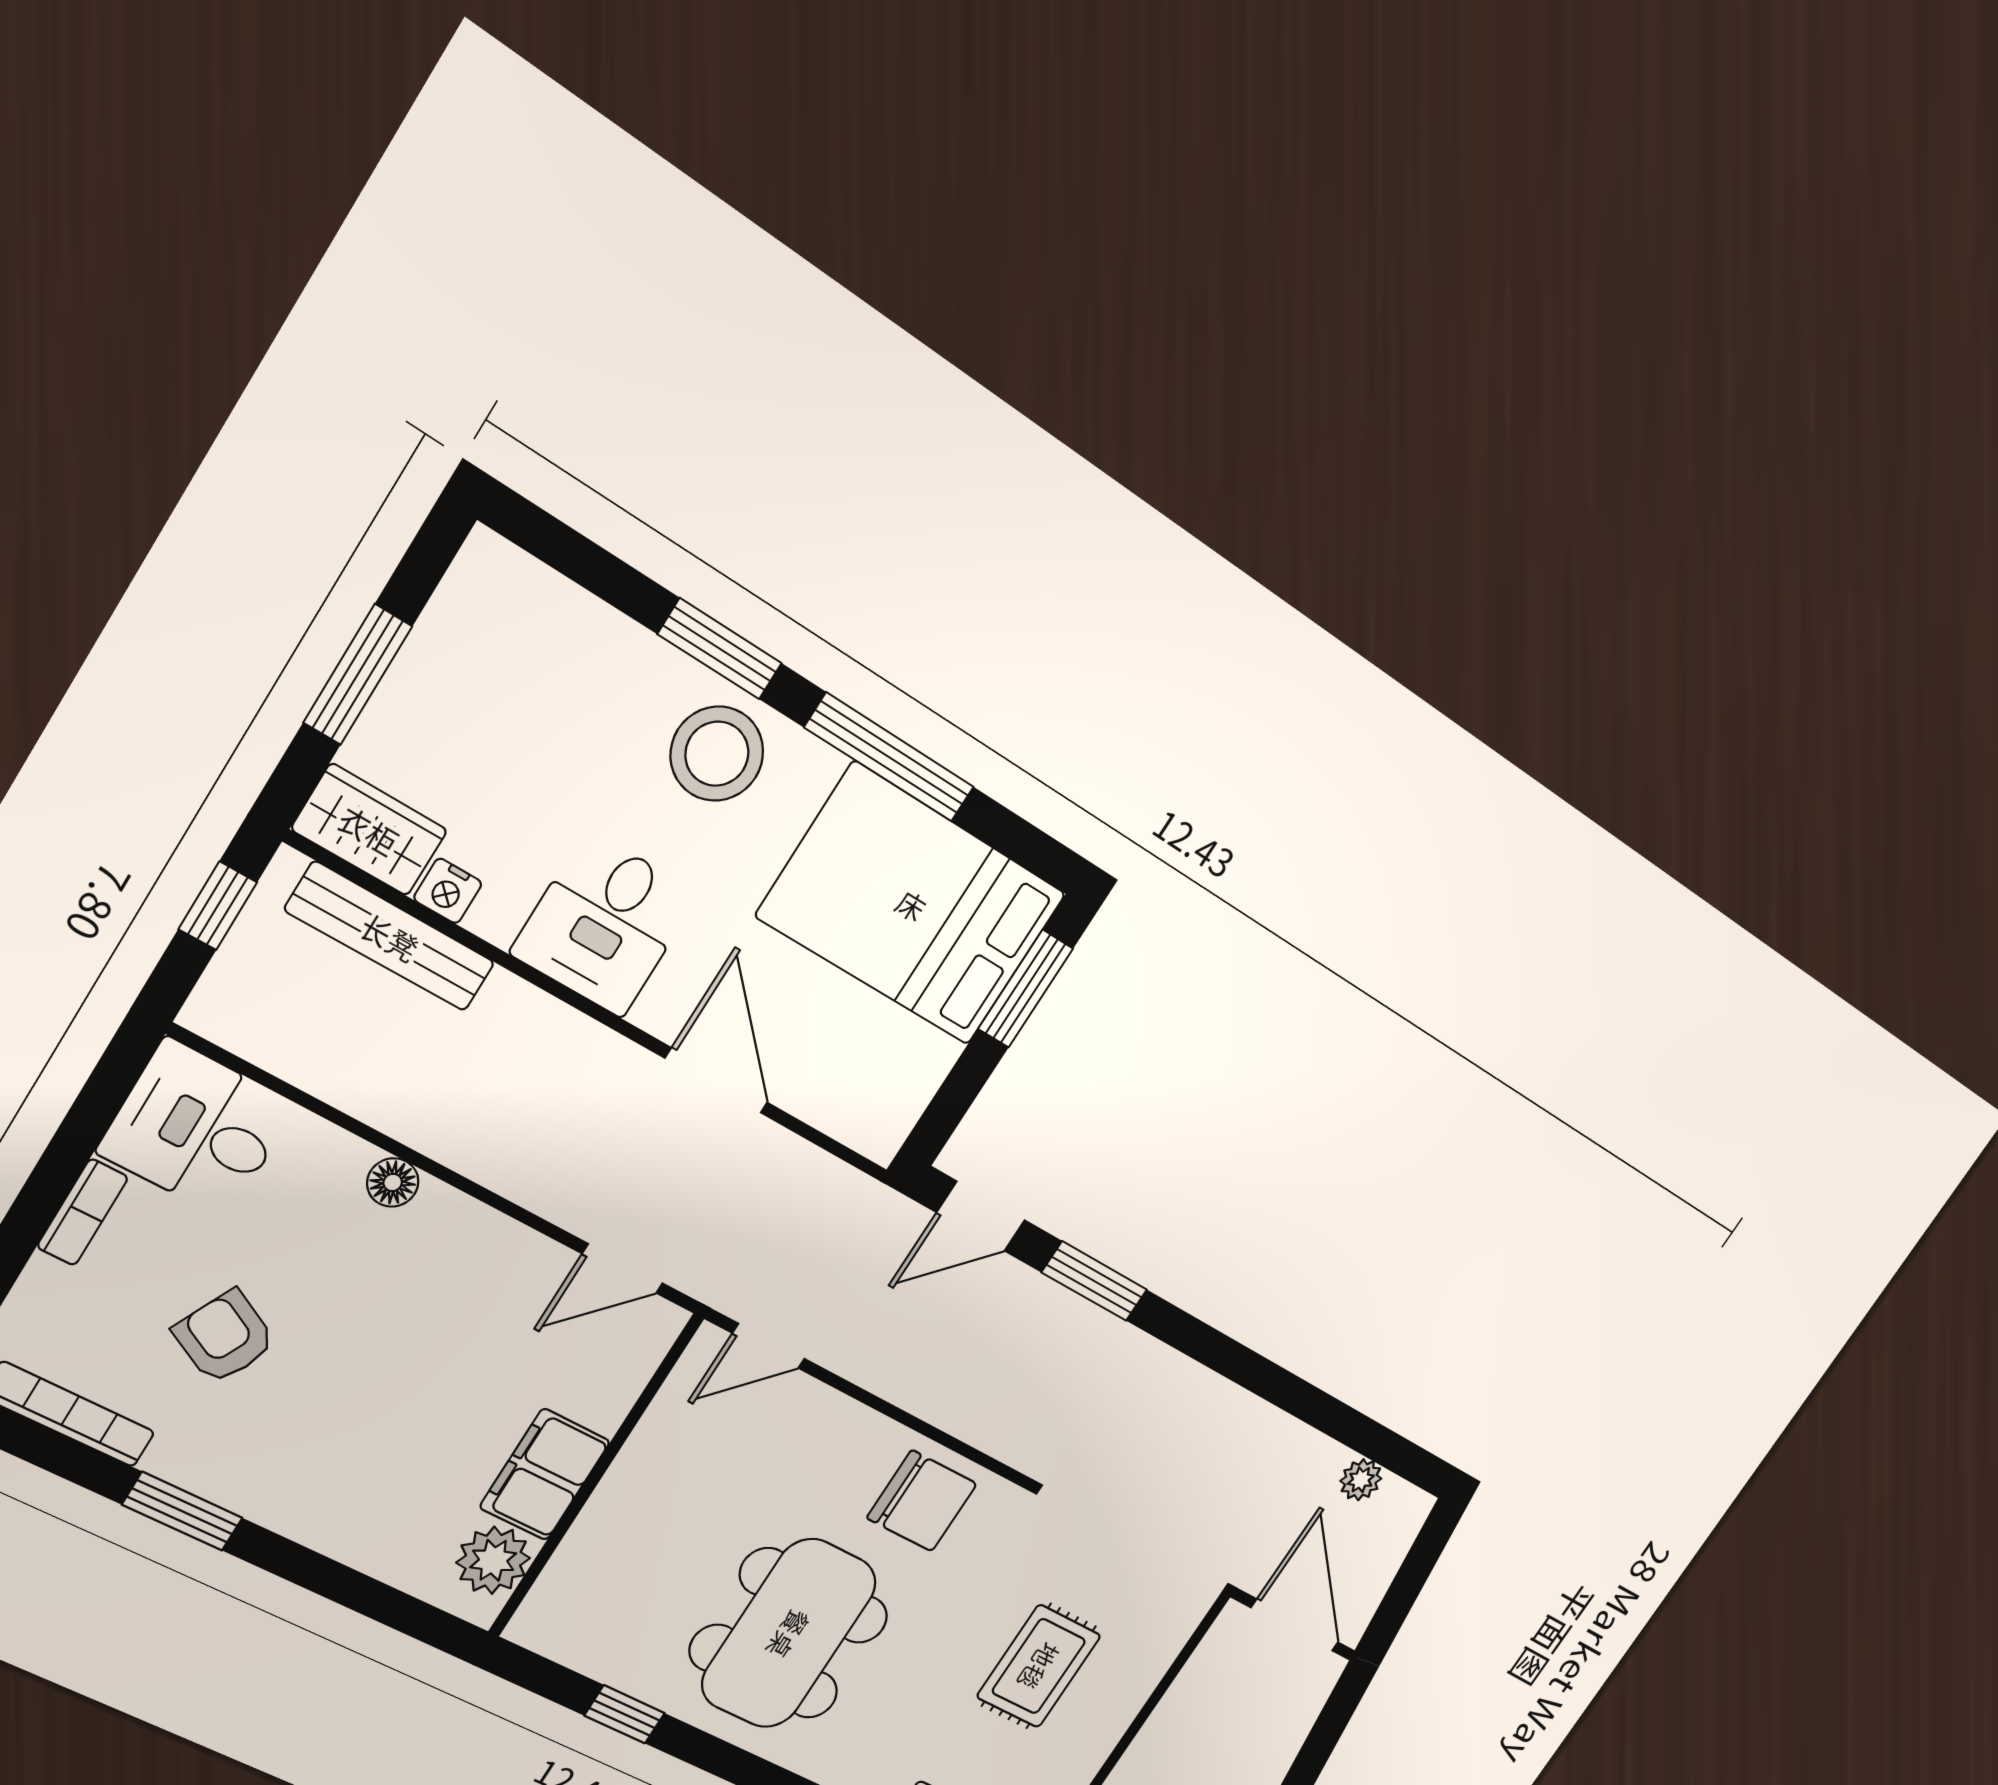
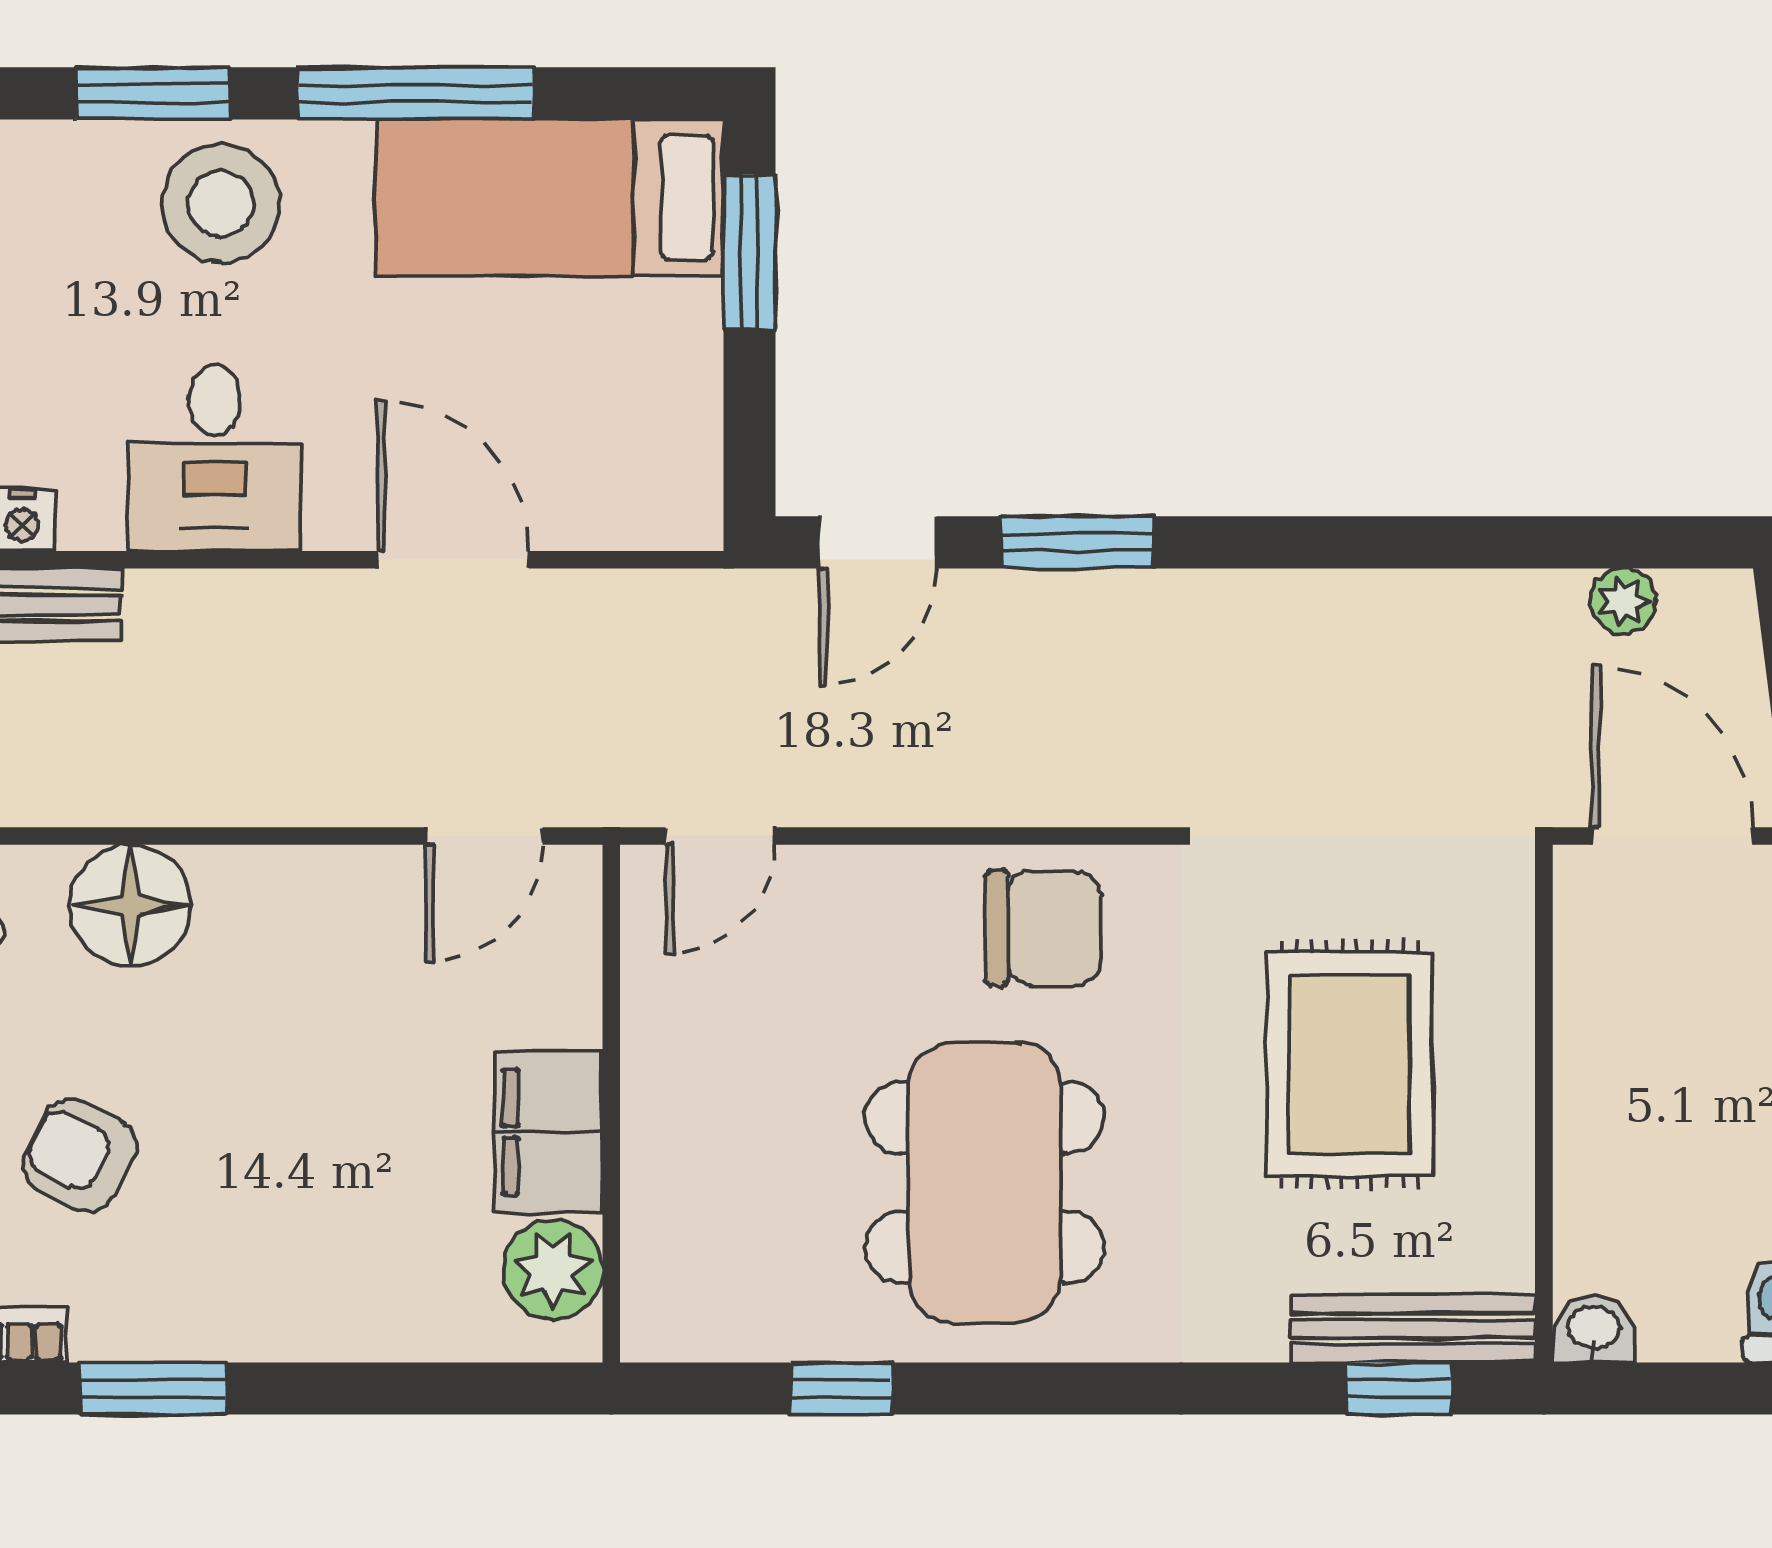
bed: (912, 905) -> (550, 197), width x0.67
floor lamp: (393, 1182) -> (130, 905), width x1.89, depth x1.89
rug: (1039, 1666) -> (1350, 1064), width x1.36, depth x1.43

